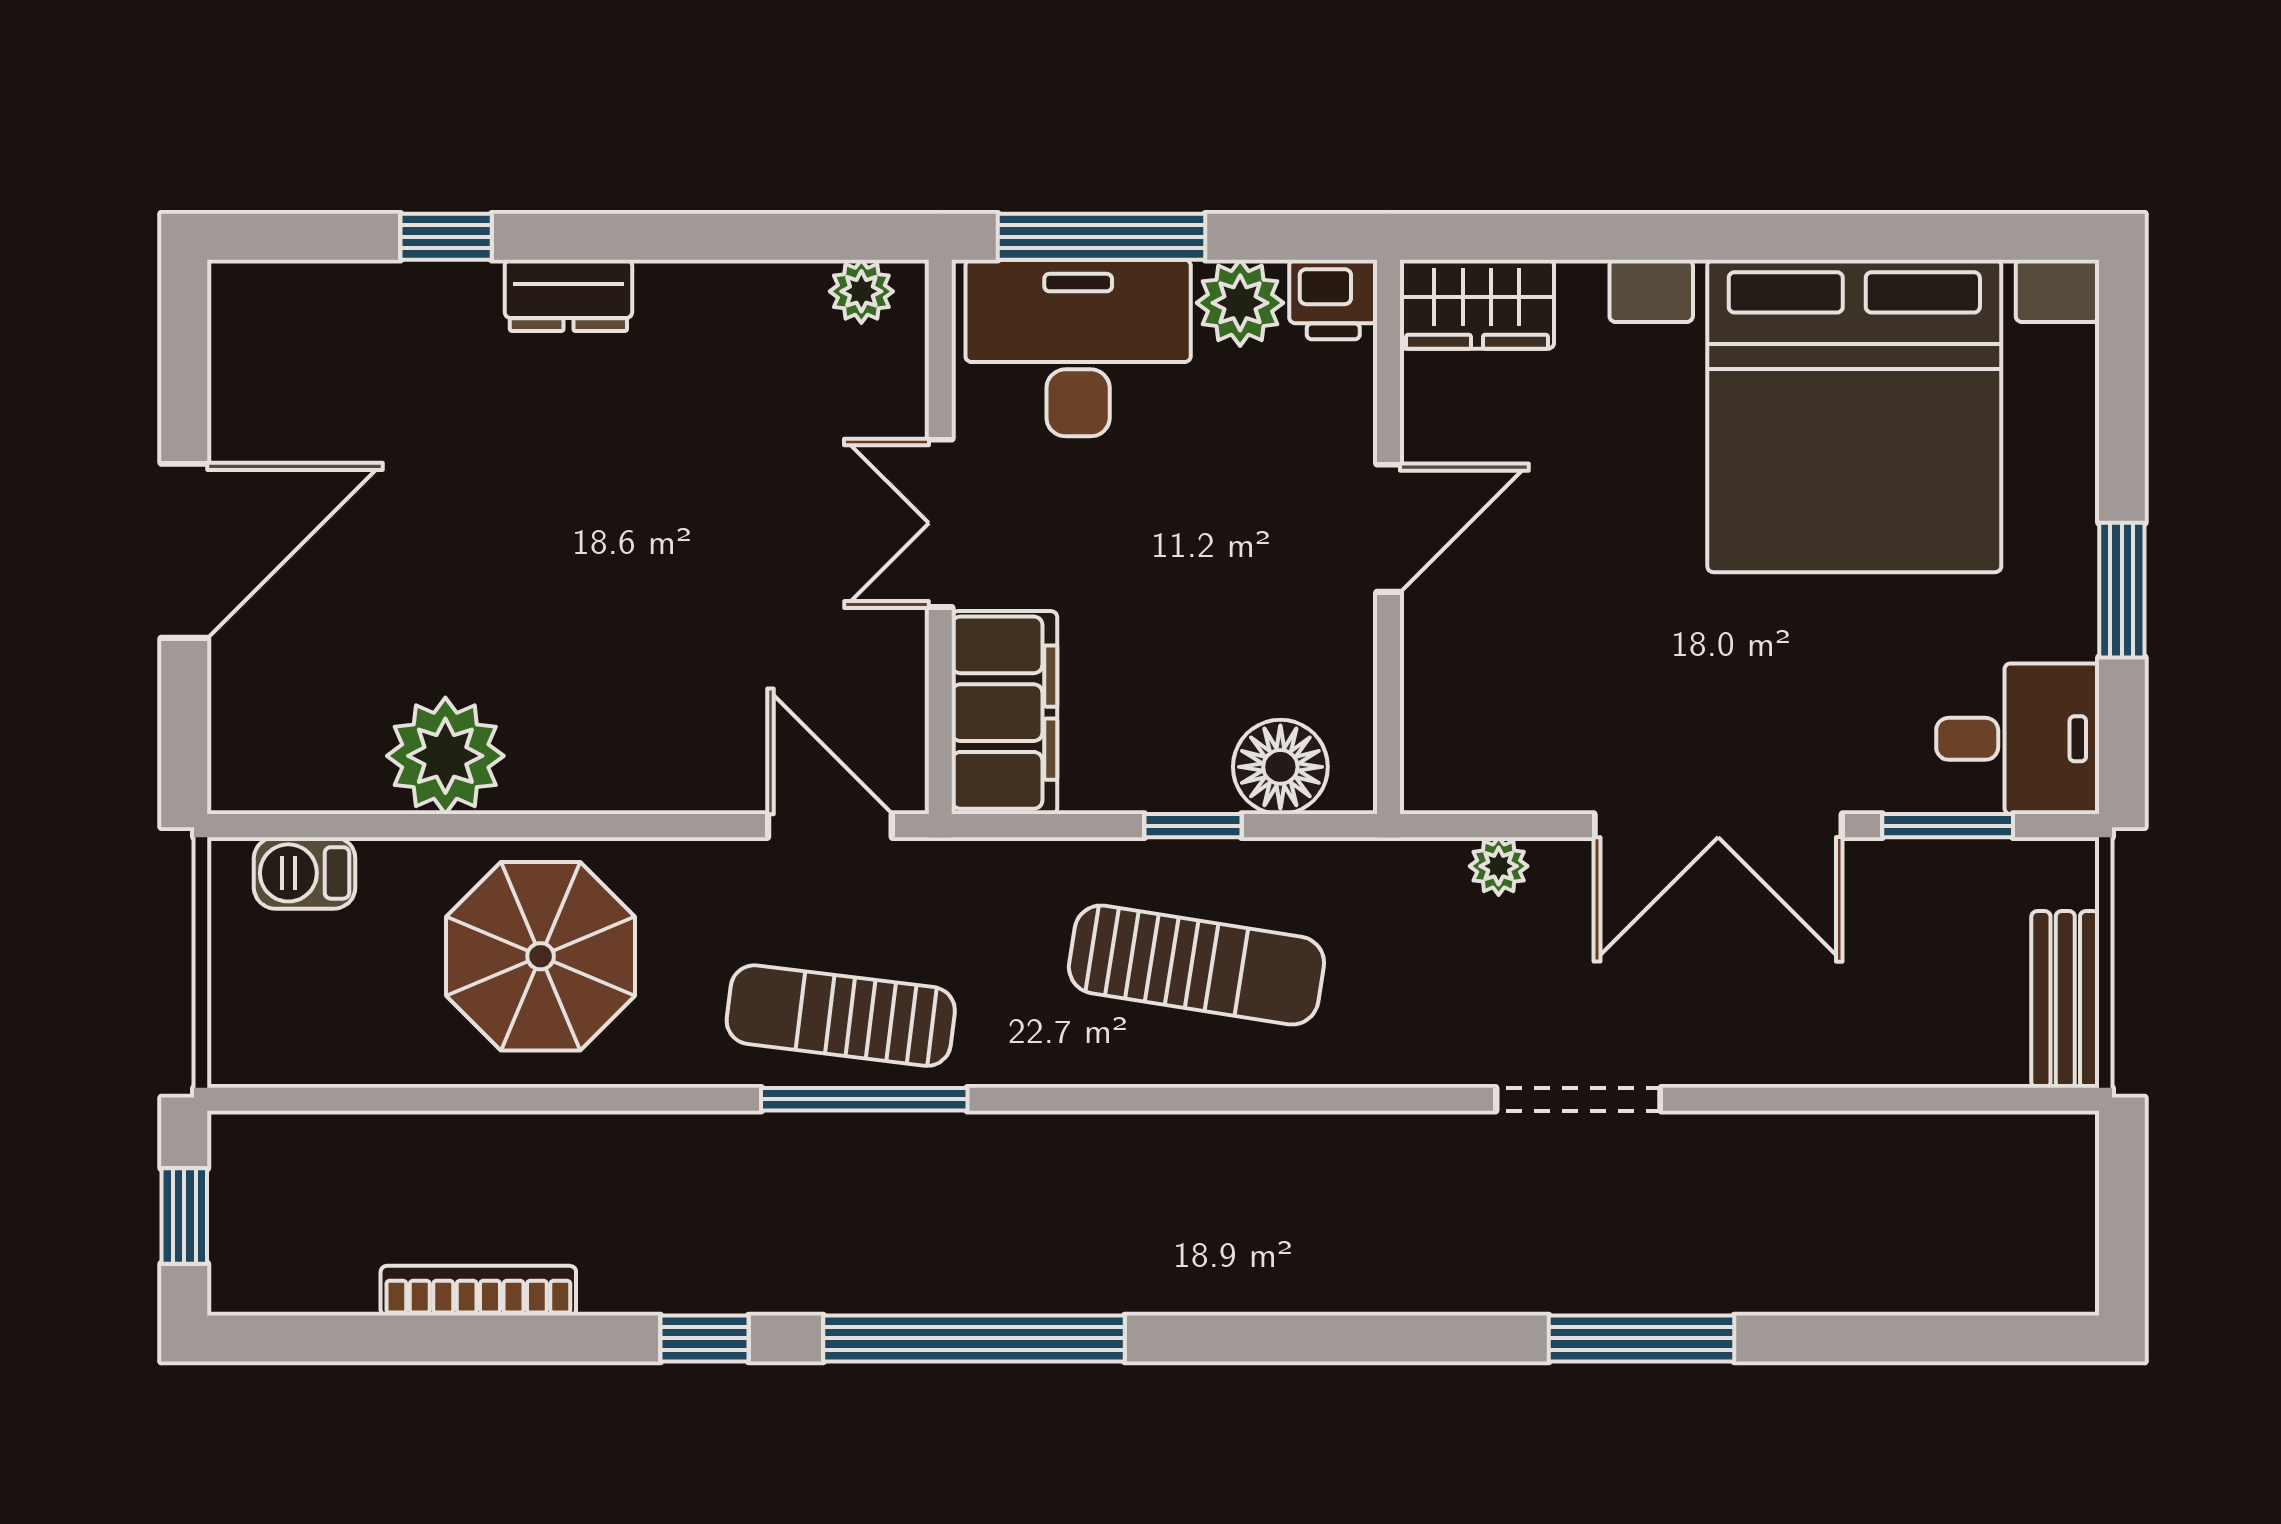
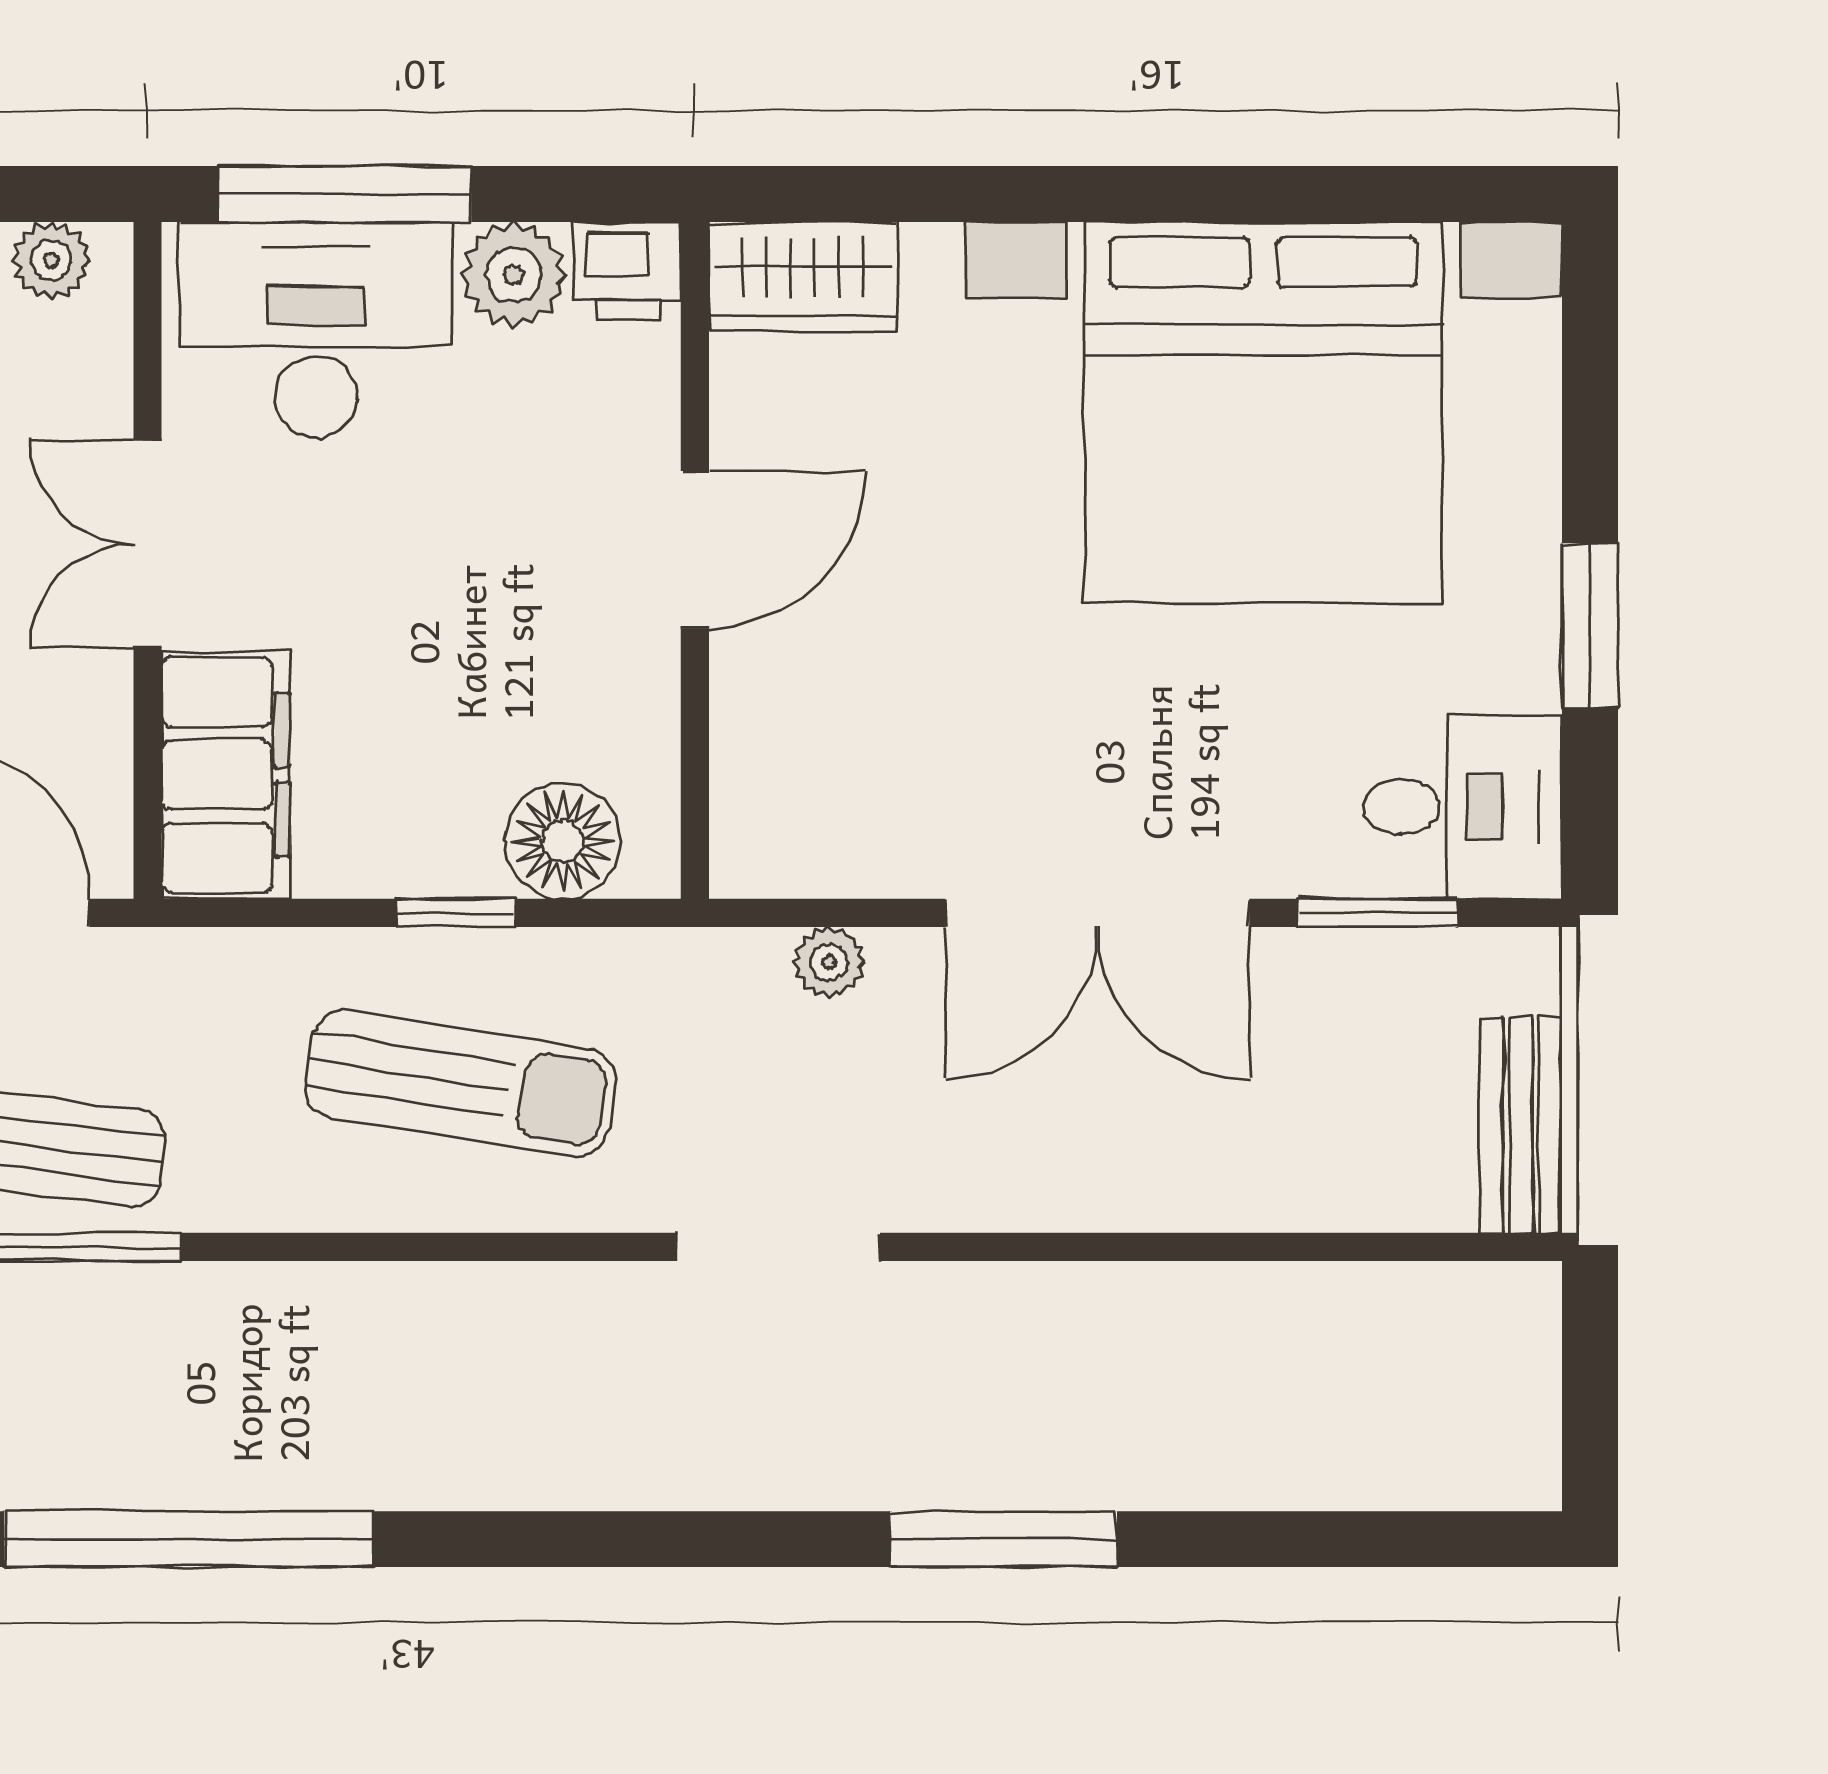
doorway: (1578, 1099) -> (779, 1247), moved

